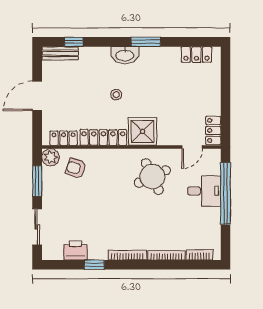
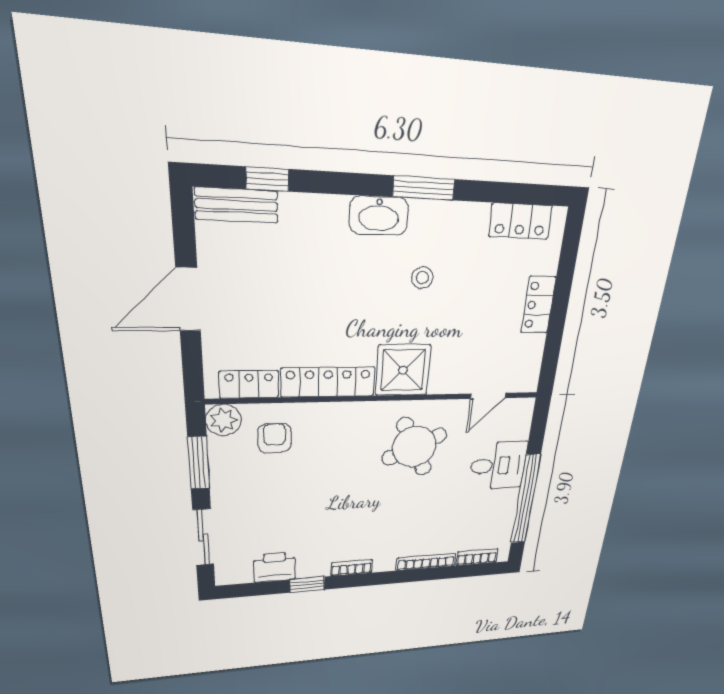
stool: (116, 95) -> (422, 278), moved
locker: (213, 130) -> (538, 305), moved
armchair: (76, 168) -> (275, 438), turned 72
window: (226, 194) -> (525, 500), moved
bookcase: (127, 255) -> (352, 568), width x0.64

